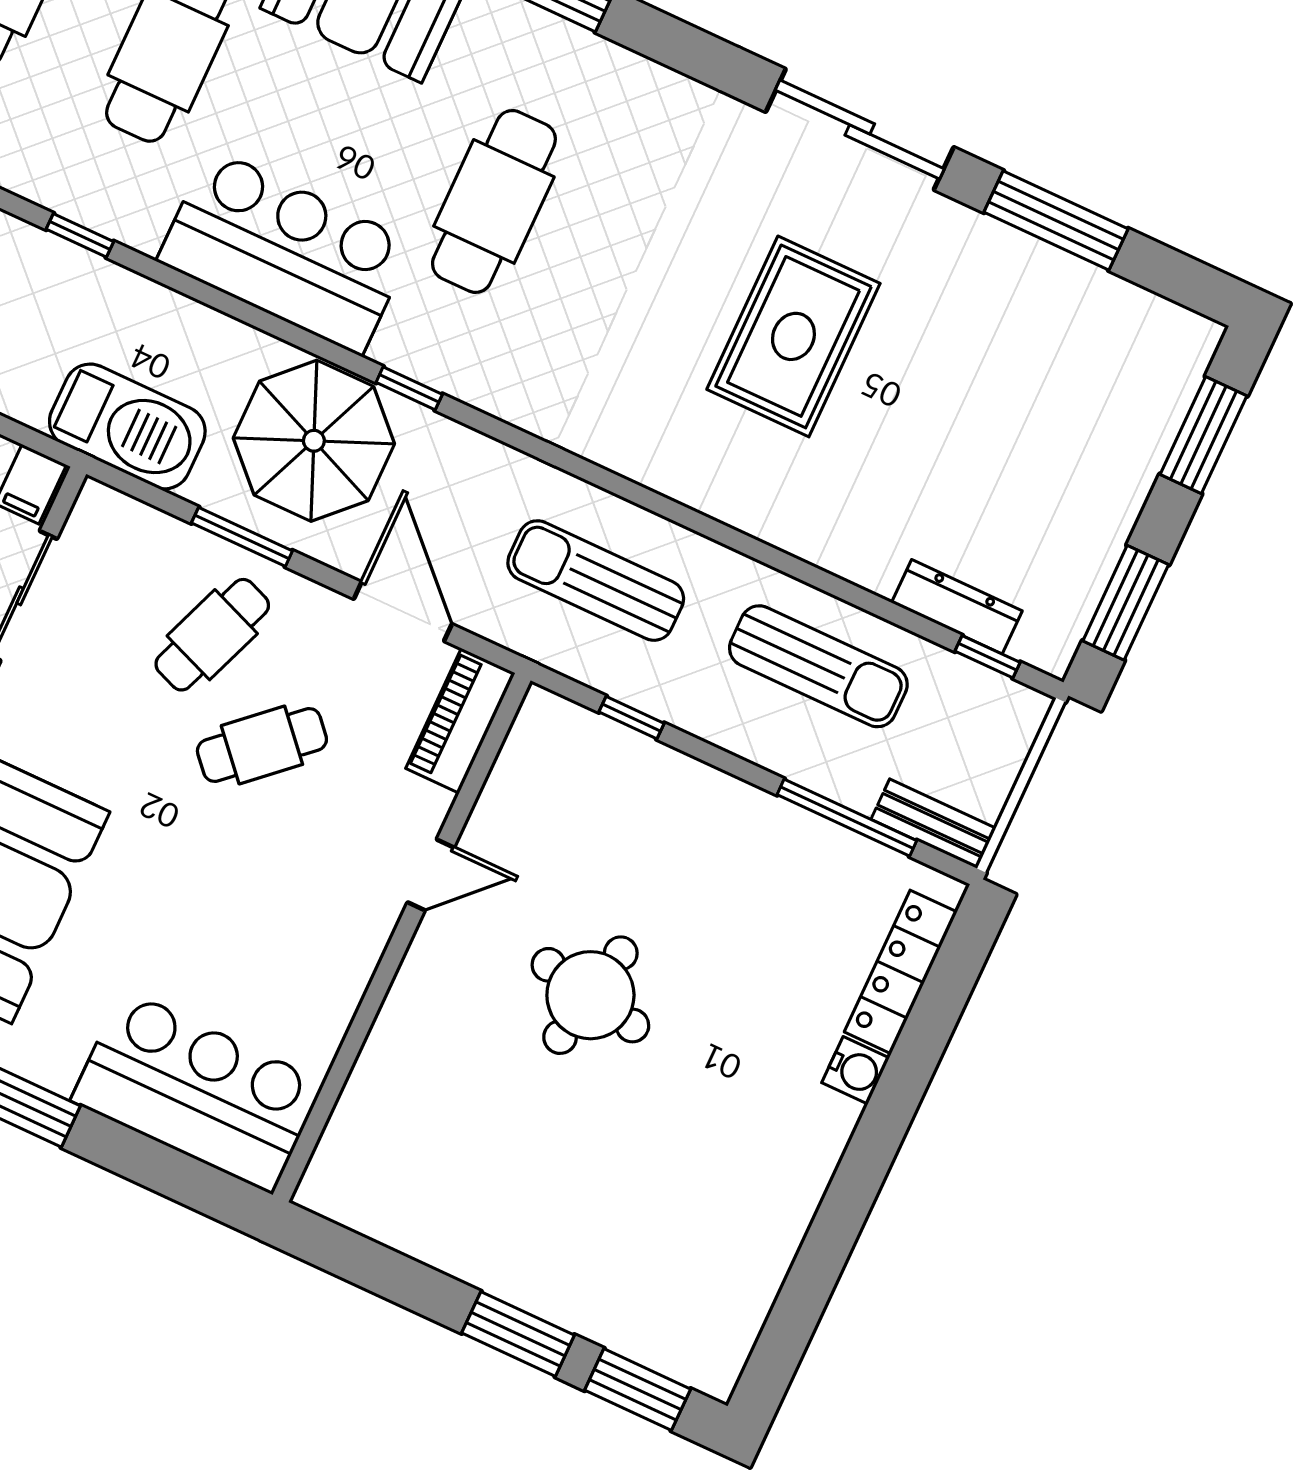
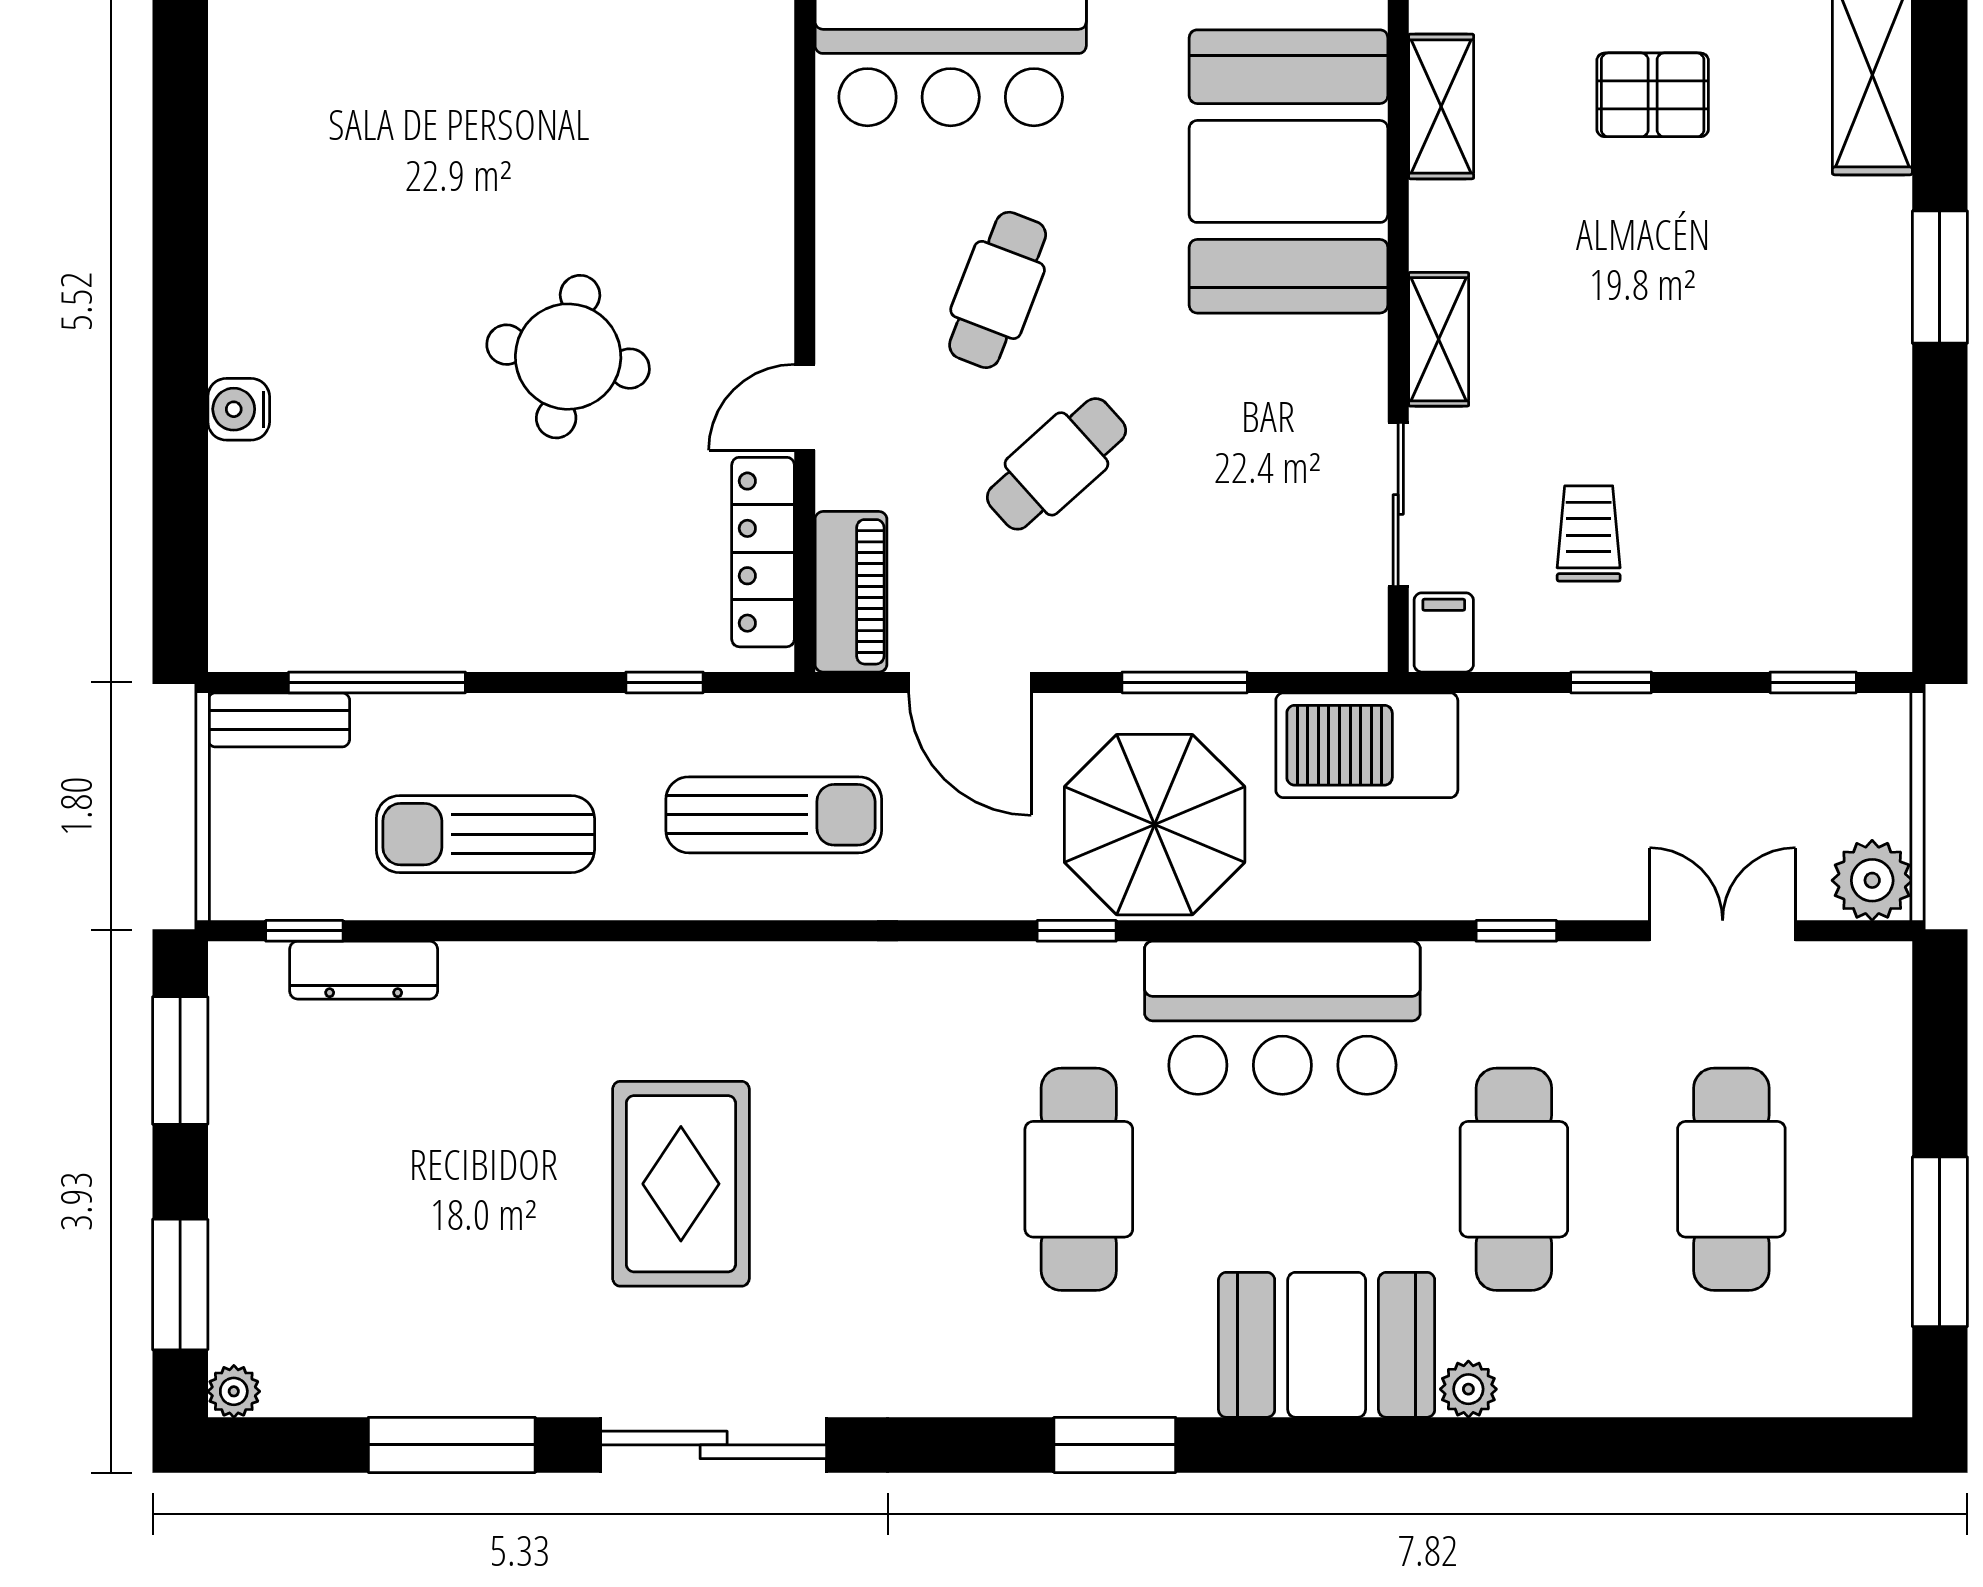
plant: (1201, 336) -> (234, 1391), added
cafe table: (212, 635) -> (998, 290), moved
locker: (901, 972) -> (763, 552), moved, turned 180

